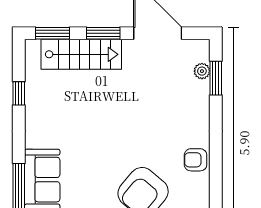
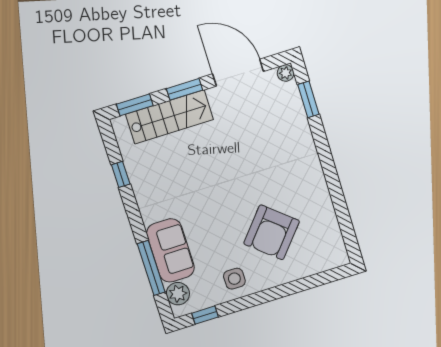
plant: (202, 71) -> (286, 73), moved
armchair: (196, 160) -> (313, 185), removed

